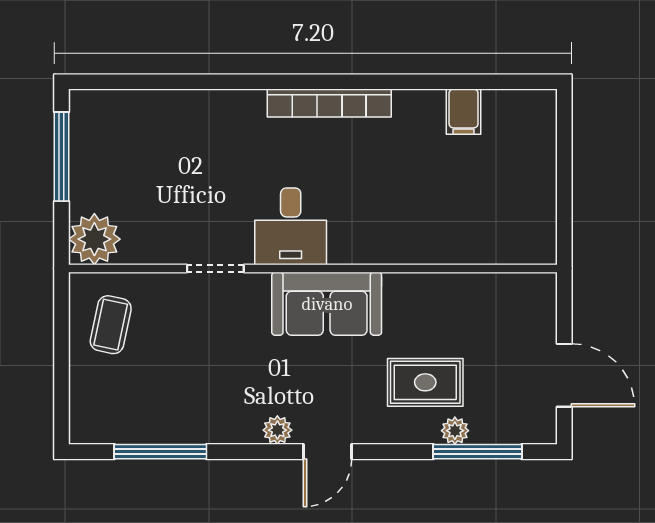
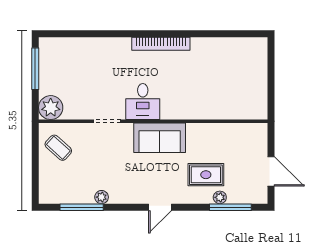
filing cabinet: (464, 112) -> (224, 48), removed
coffee table: (111, 325) -> (58, 148), turned -60
plant: (277, 430) -> (102, 197), moved

